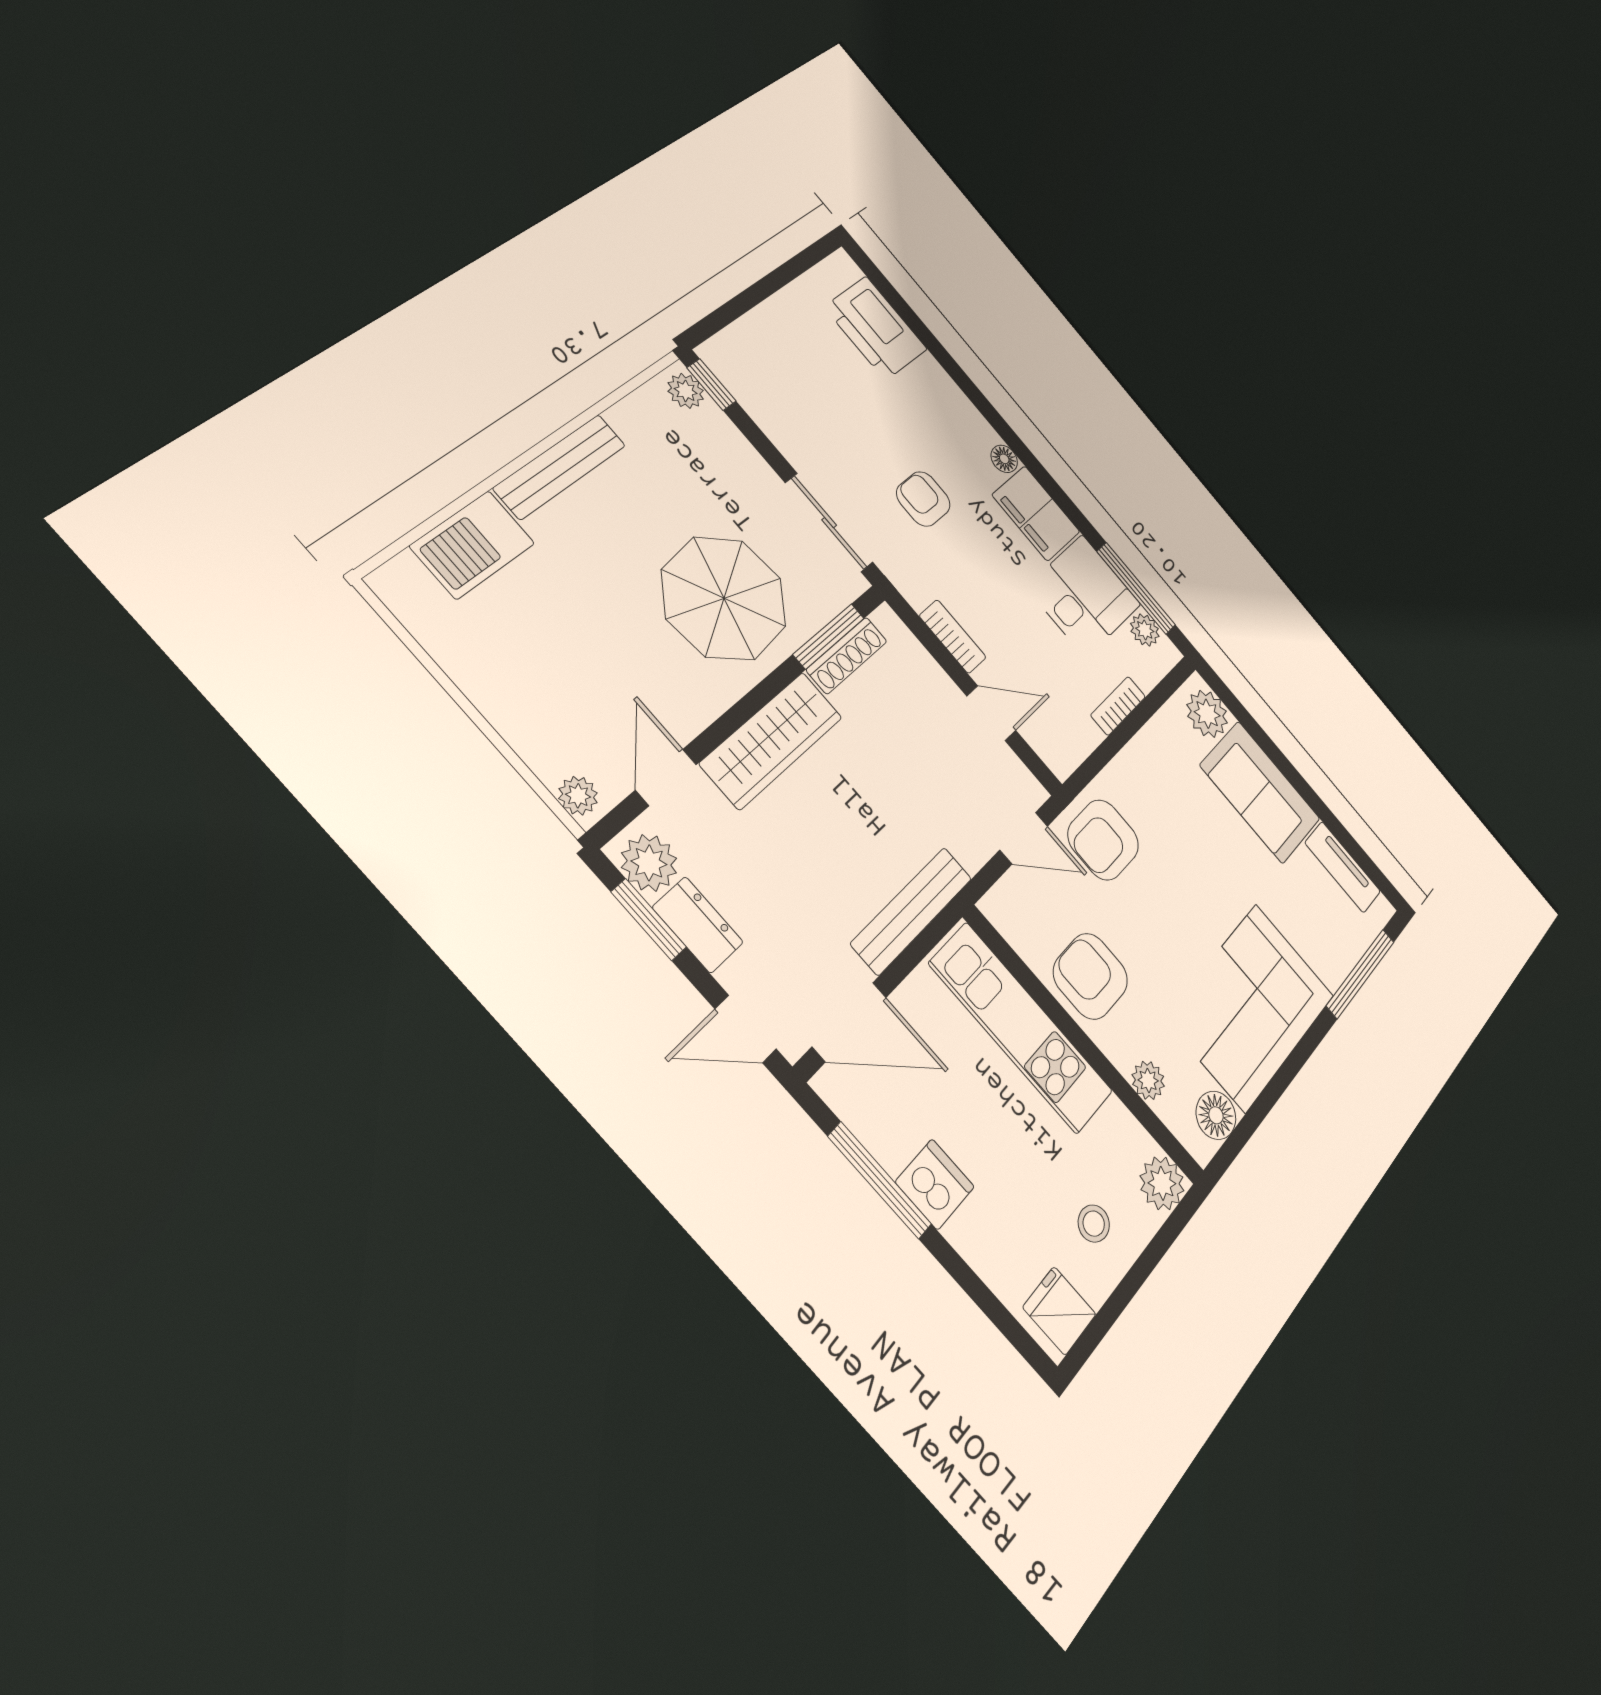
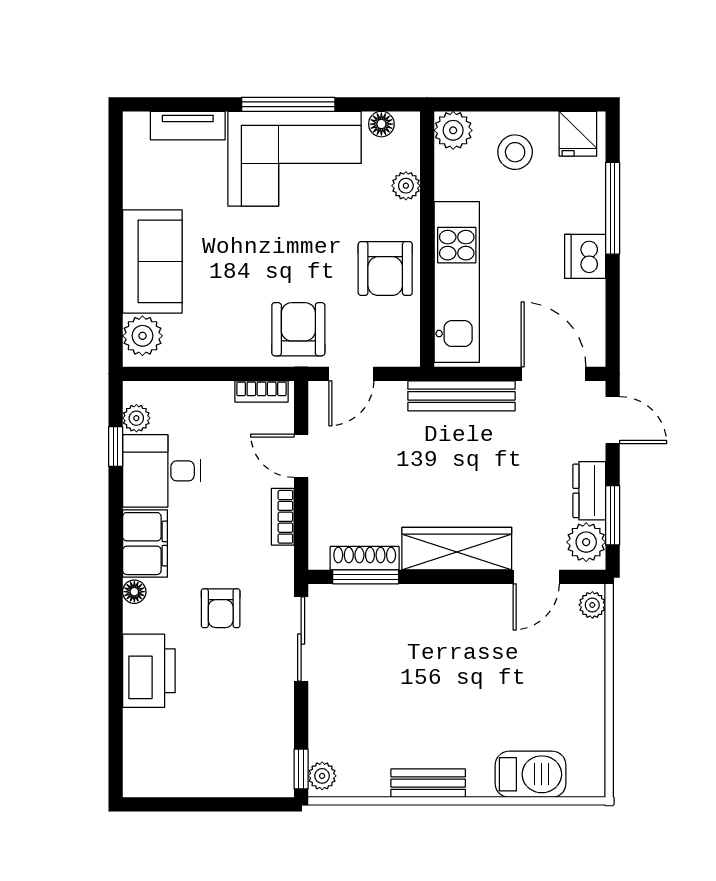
printer: (876, 328) -> (149, 671), moved
bench: (560, 467) -> (428, 783), width x0.73
window: (1136, 588) -> (116, 447), width x0.46
parasol: (724, 598) -> (411, 644), removed
bookcase: (1118, 706) -> (262, 391), moved
door: (1024, 838) -> (351, 374), swing flipped
armchair: (1103, 840) -> (298, 329), turned -90
tv unit: (1343, 867) -> (188, 126), moved, turned 90
window: (1360, 974) -> (288, 104), moved
floor lamp: (1216, 1115) -> (381, 124), width x0.73, depth x0.73
window: (880, 1180) -> (613, 208), moved
stool: (1094, 1224) -> (515, 152), width x1.37, depth x1.37

